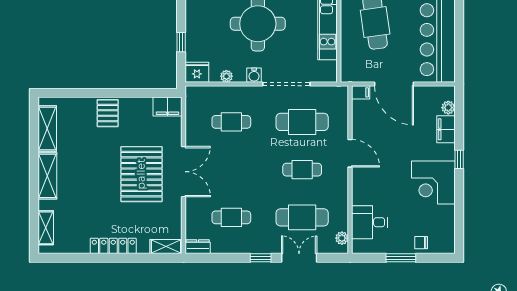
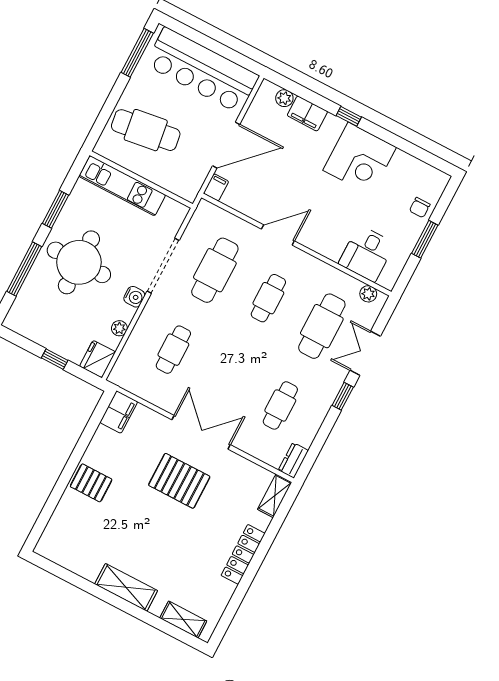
shelving: (47, 128) -> (73, 560), removed
pallet: (141, 174) -> (179, 481), width x0.73, depth x0.71

